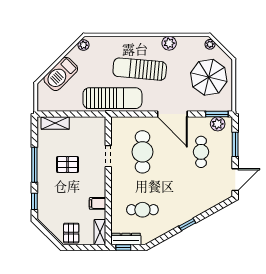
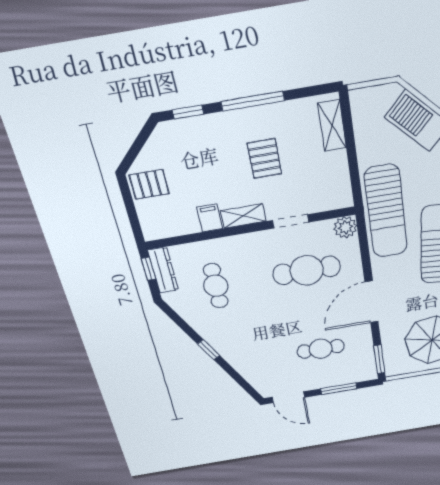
plant: (218, 124) -> (345, 227), moved
shelving: (100, 232) -> (243, 216), moved

